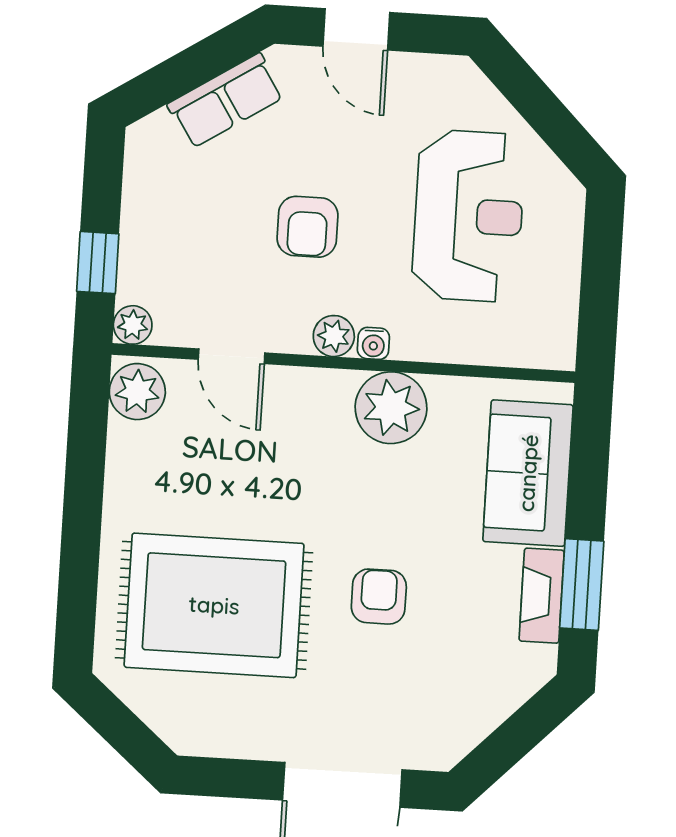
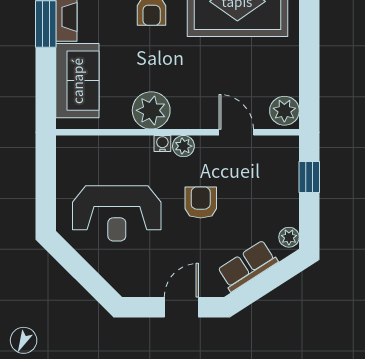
door: (356, 29) -> (181, 307), hinge flipped
reception desk: (469, 216) -> (117, 213), turned -90
plant: (133, 325) -> (289, 237), moved

